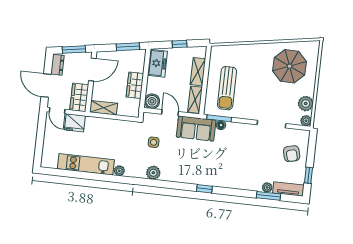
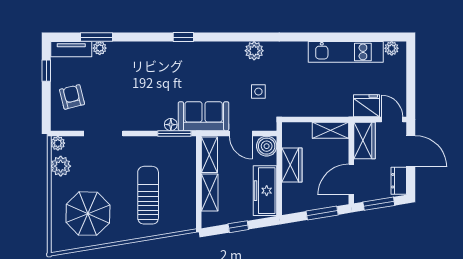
window: (128, 47) -> (322, 213), moved
freezer: (157, 63) -> (265, 191), width x1.40
sun lounger: (227, 88) -> (148, 195), moved
plant: (119, 171) -> (392, 48), moved

